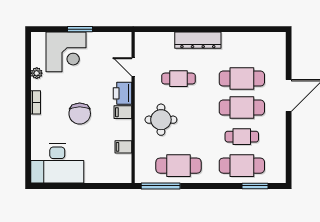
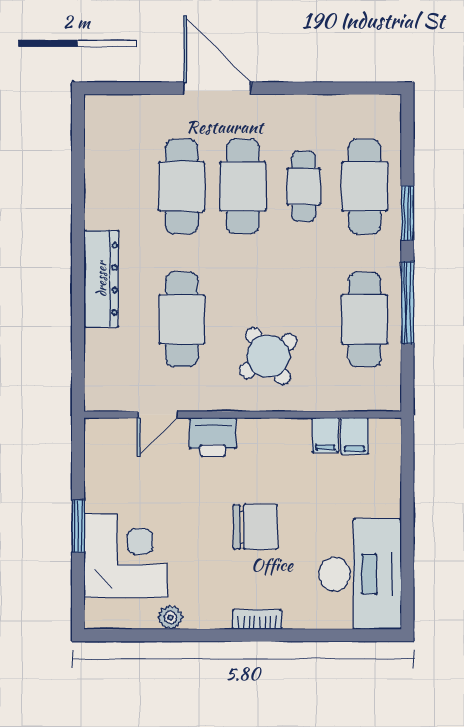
cafe table: (179, 79) -> (182, 319), width x1.37, depth x1.35
bookcase: (36, 102) -> (257, 619), moved
filing cabinet: (123, 112) -> (355, 436), moved
round table: (161, 120) -> (268, 356), turned -35
window: (161, 186) -> (407, 303), moved
window: (255, 186) -> (407, 213), moved

